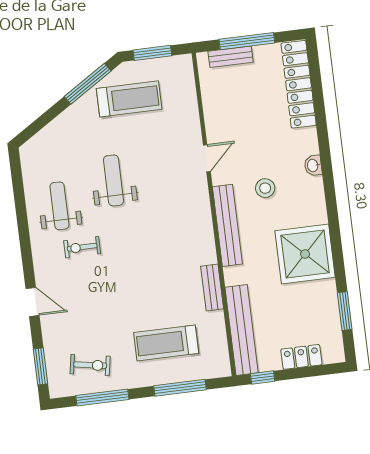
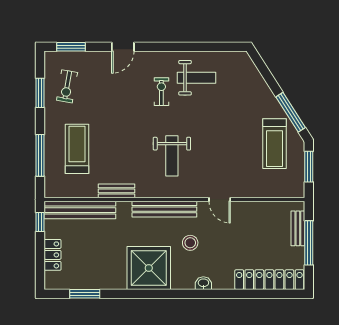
weight bench: (114, 180) -> (172, 156), moved, turned 90
shower: (305, 254) -> (149, 268), moved
window: (102, 397) -> (40, 93), width x0.69

